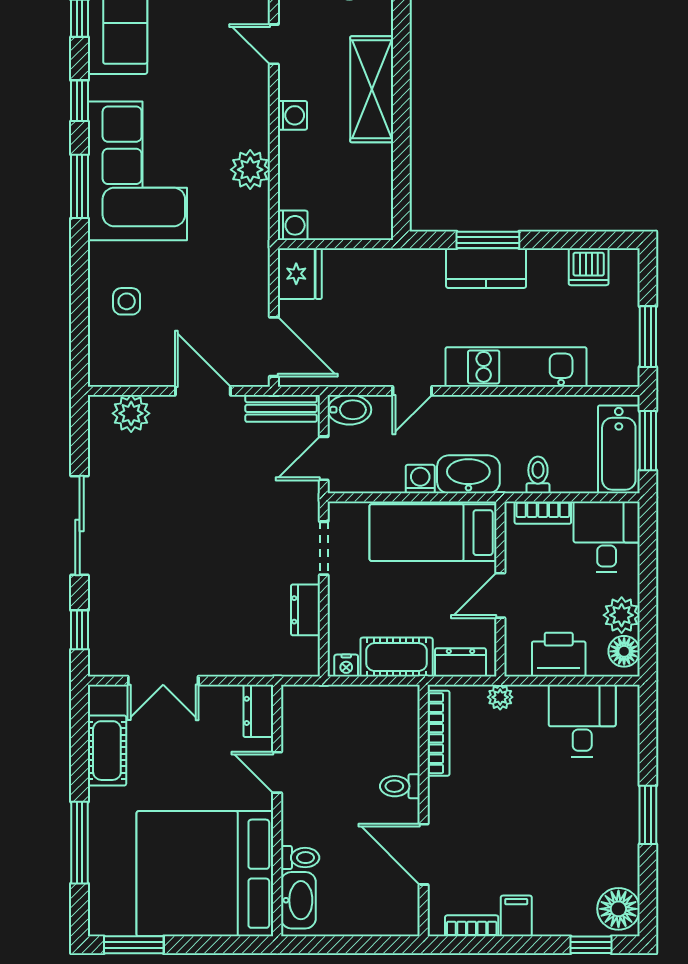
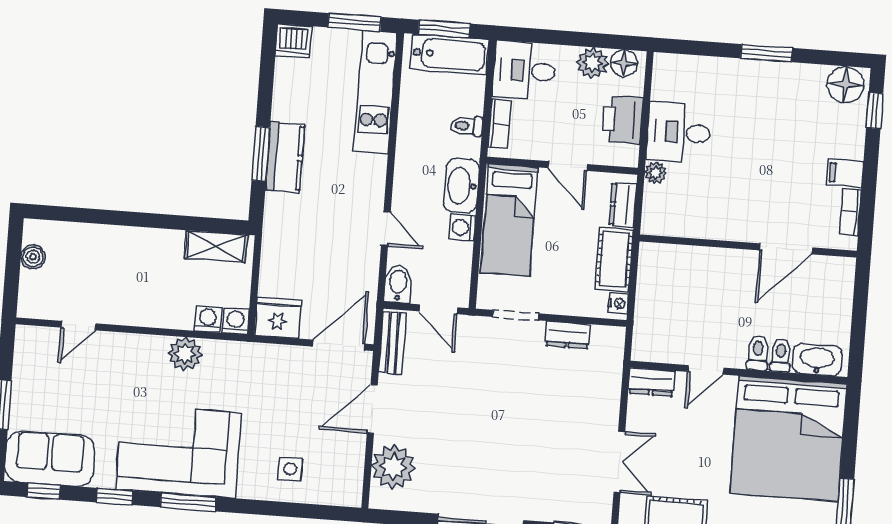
shelving: (372, 89) -> (216, 246), moved, width x0.67, depth x0.75
washing machine: (292, 115) -> (208, 319), moved
dishwasher: (589, 267) -> (294, 41), moved, turned 90
kitchen unit: (516, 367) -> (375, 92), moved
plant: (131, 413) -> (393, 467), width x1.36, depth x1.36
desk: (582, 721) -> (679, 132), moved
bookcase: (439, 733) -> (683, 228), removed
toilet: (400, 786) -> (758, 353), moved, turned 180

